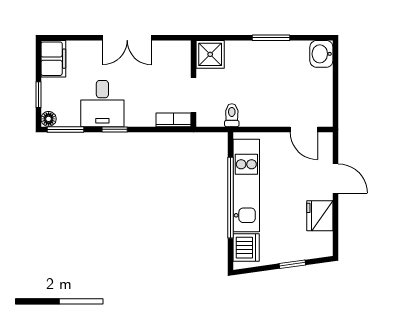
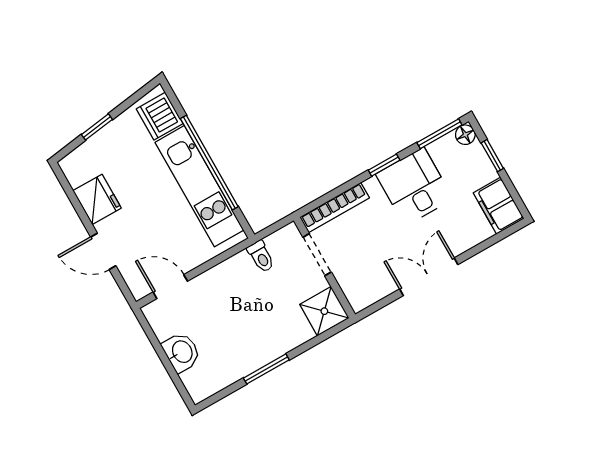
washbasin: (321, 54) -> (181, 352), moved
bookcase: (174, 120) -> (335, 208), width x1.56

